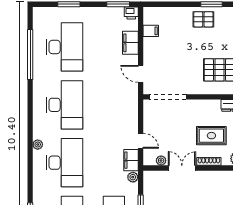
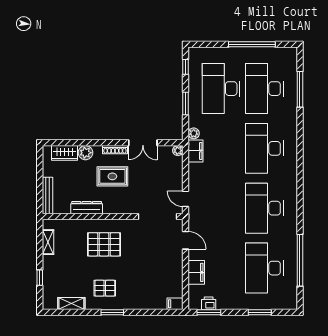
printer: (131, 13) -> (209, 303), moved
pallet: (203, 19) -> (105, 288), moved
filing cabinet: (151, 31) -> (175, 304), moved
door: (141, 141) -> (186, 199), moved
plant: (38, 145) -> (292, 167), removed
plant: (161, 161) -> (178, 151), moved

